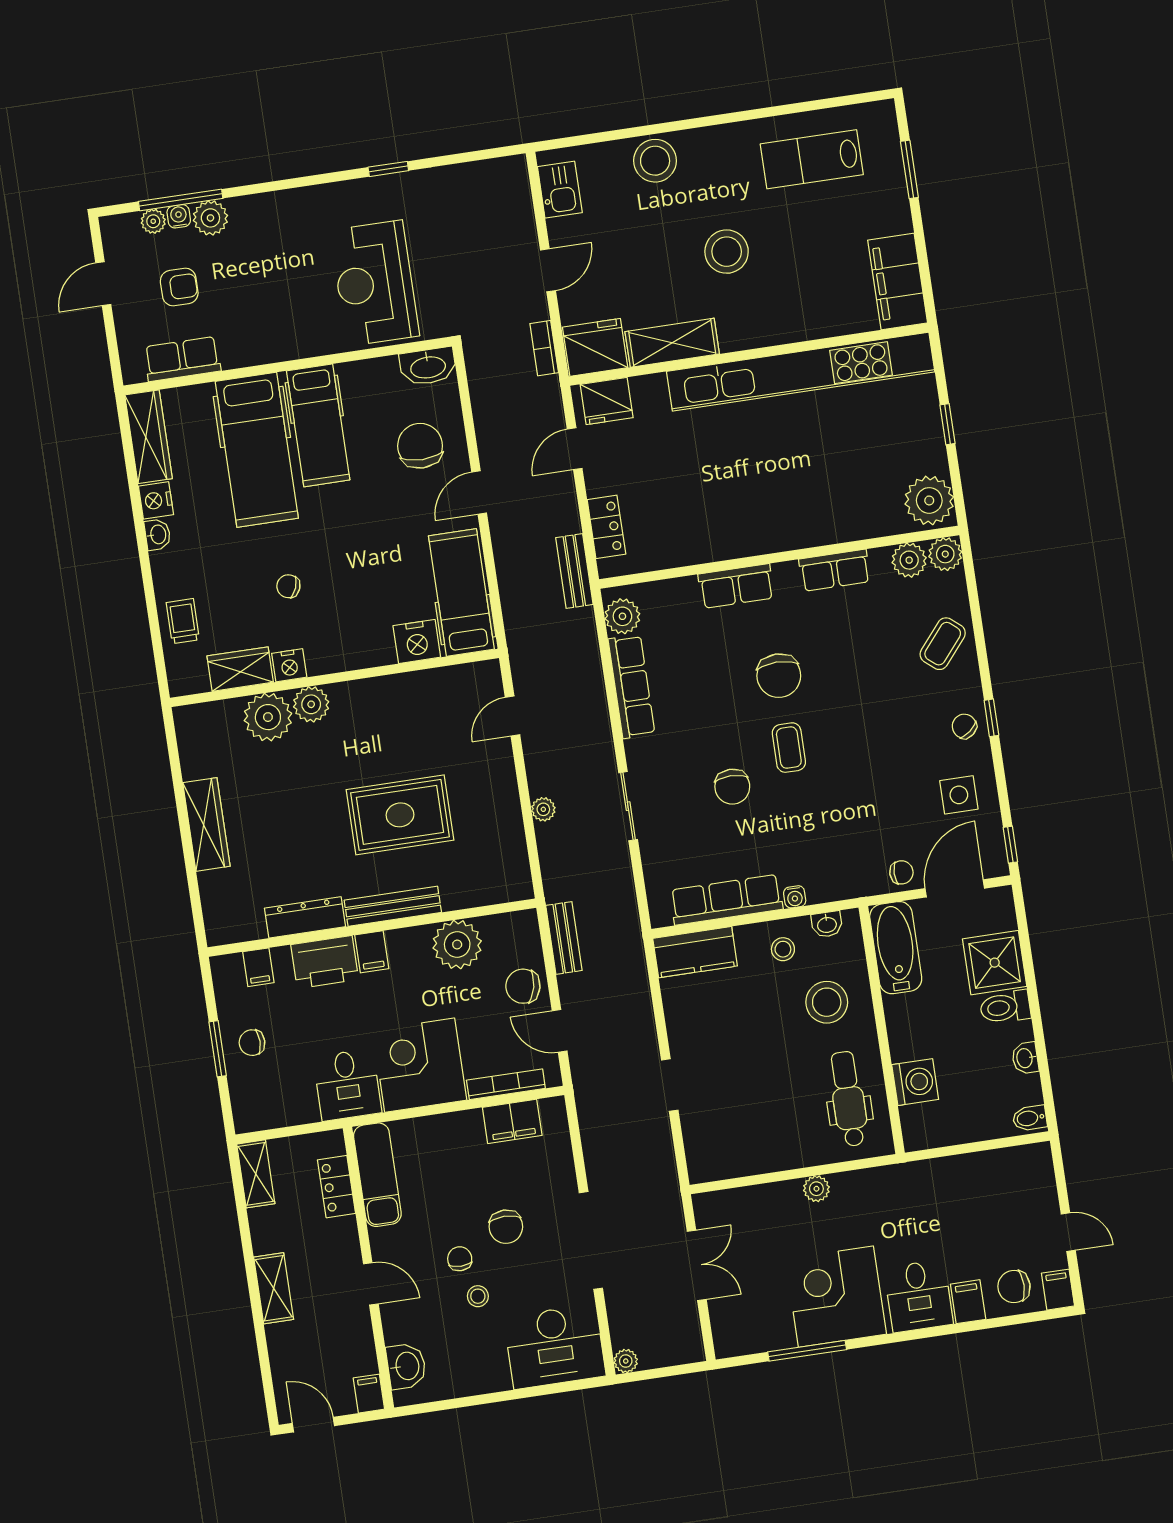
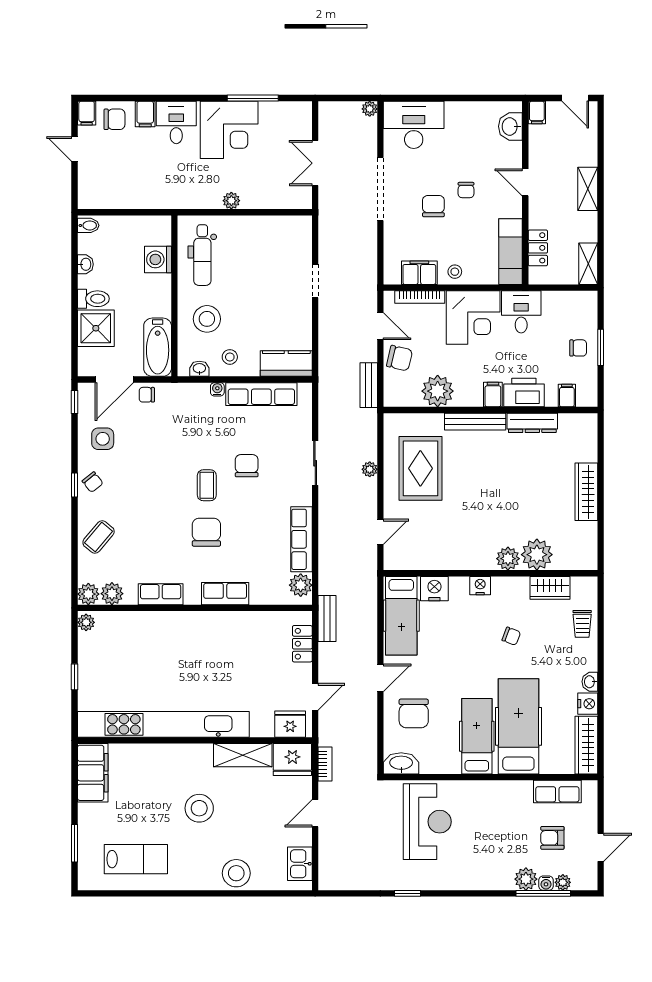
plant: (929, 500) -> (86, 622), width x0.53, depth x0.53
nightstand: (289, 665) -> (480, 586), moved
rug: (400, 815) -> (420, 468), moved, turned 90
stool: (478, 1296) -> (455, 272), moved

